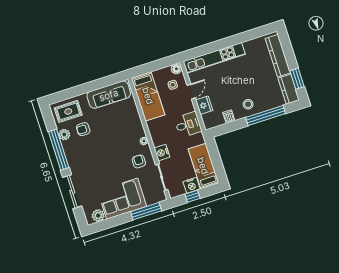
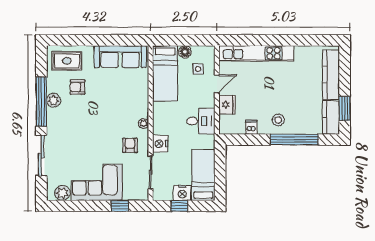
floor lamp: (176, 69) -> (185, 52), moved
plant: (64, 135) -> (54, 100), moved
window: (146, 211) -> (120, 206), width x0.46

